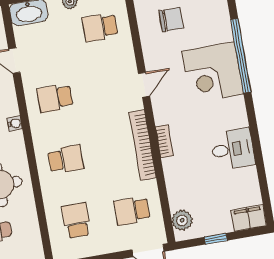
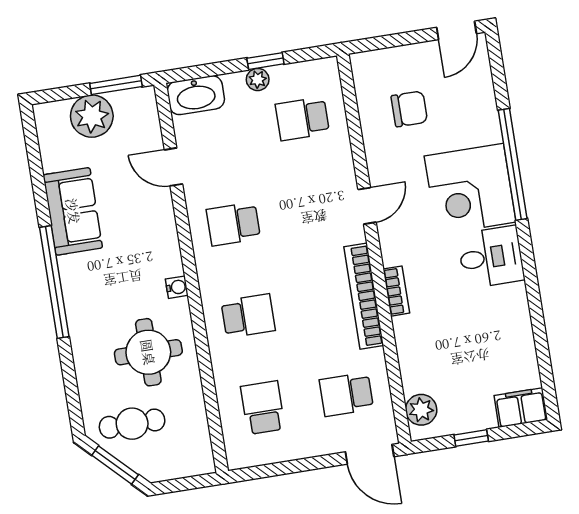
water cooler: (15, 123) -> (177, 287), moved
desk: (233, 149) -> (491, 257), moved

